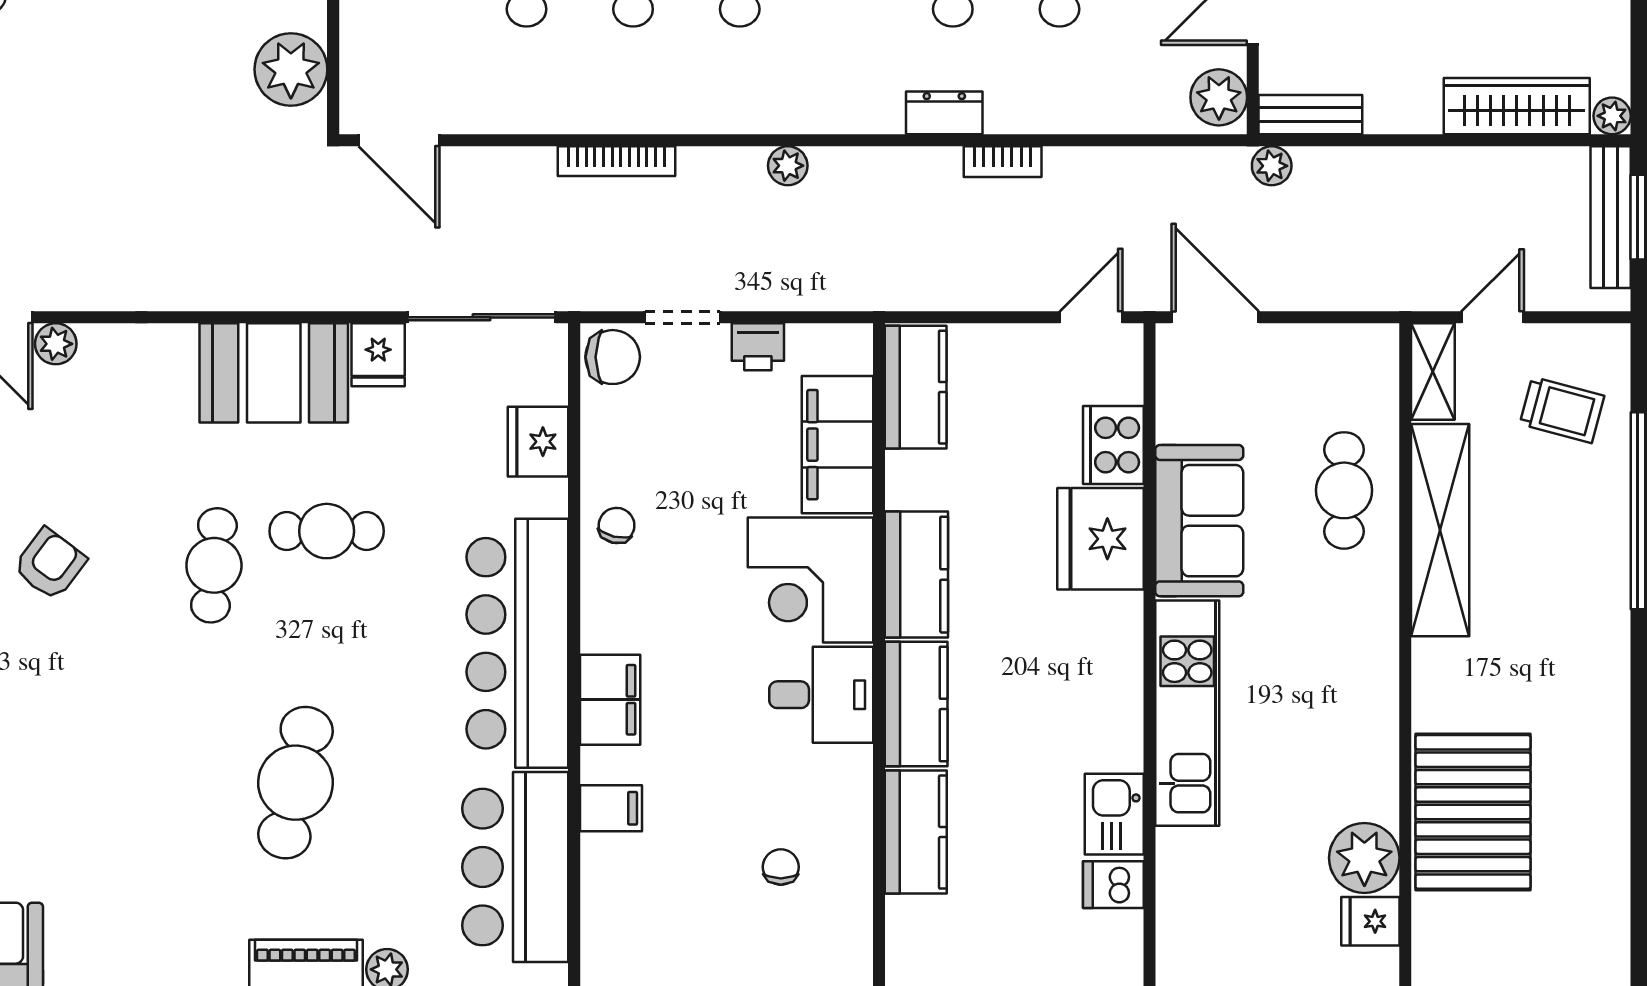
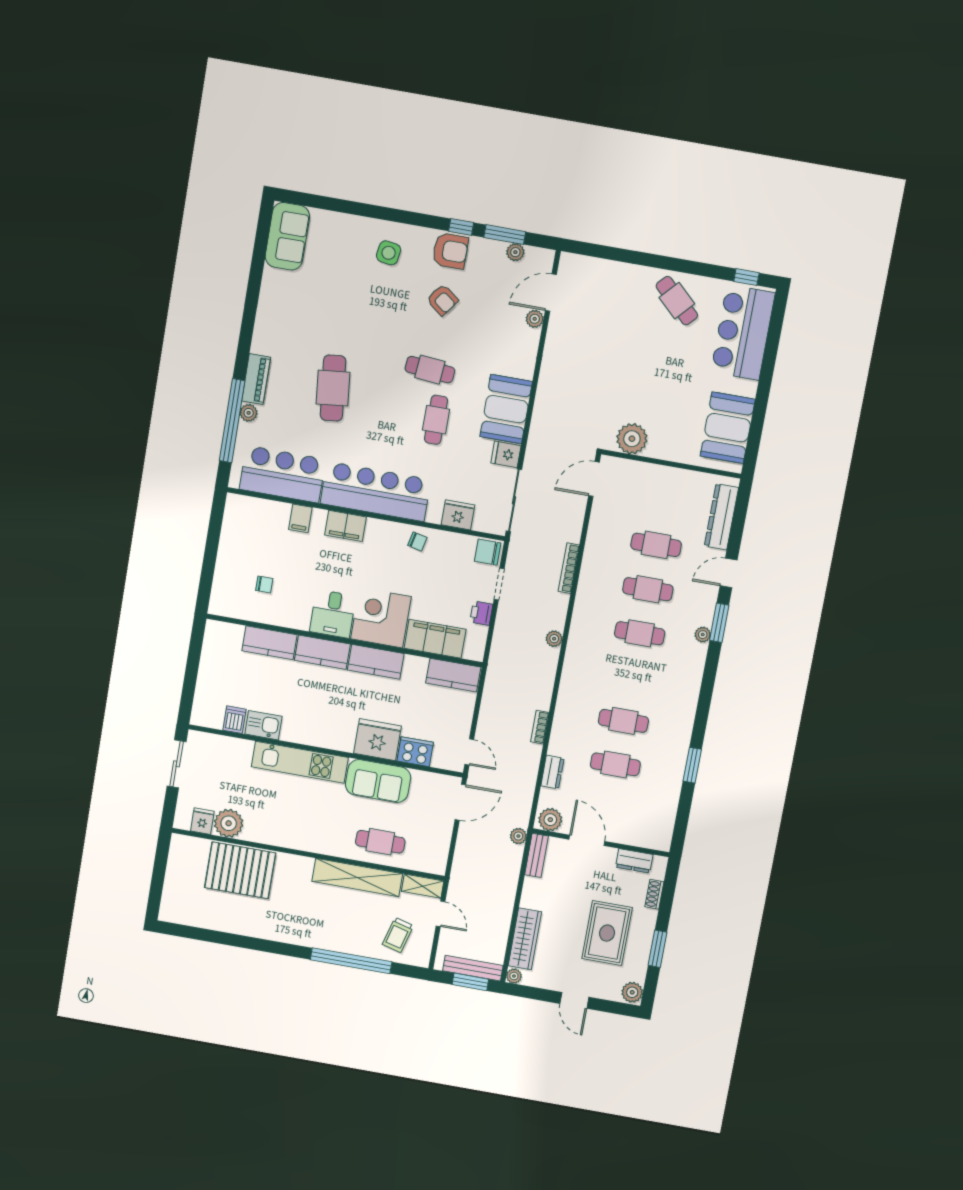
dresser: (944, 113) -> (552, 772), moved
chair: (613, 357) -> (488, 552), turned 90
cafe table: (296, 783) -> (333, 388), turned 72

